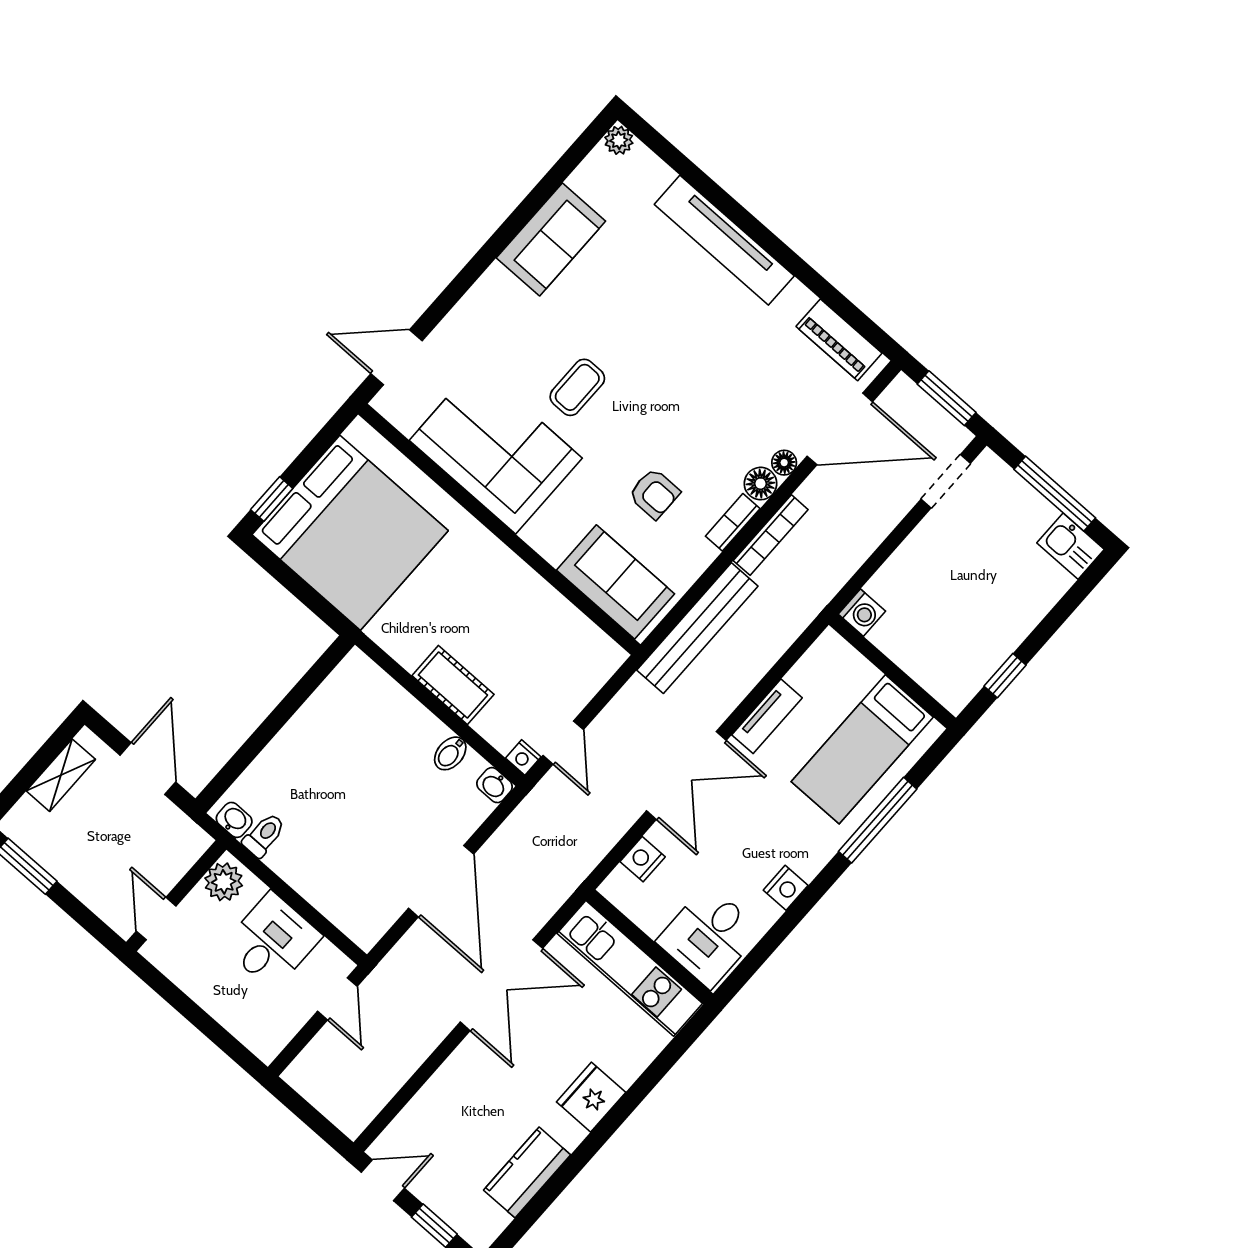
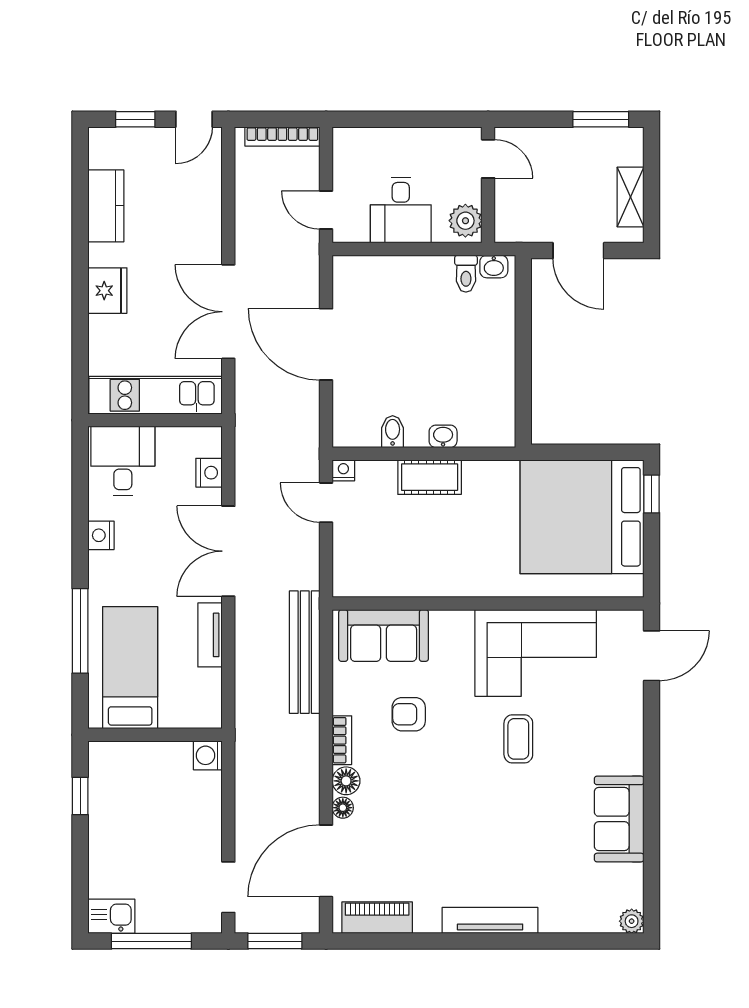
tv unit: (724, 240) -> (490, 920), width x0.73, depth x0.78
bookcase: (771, 535) -> (282, 136), moved, turned -90
washbasin: (494, 785) -> (443, 436), moved

